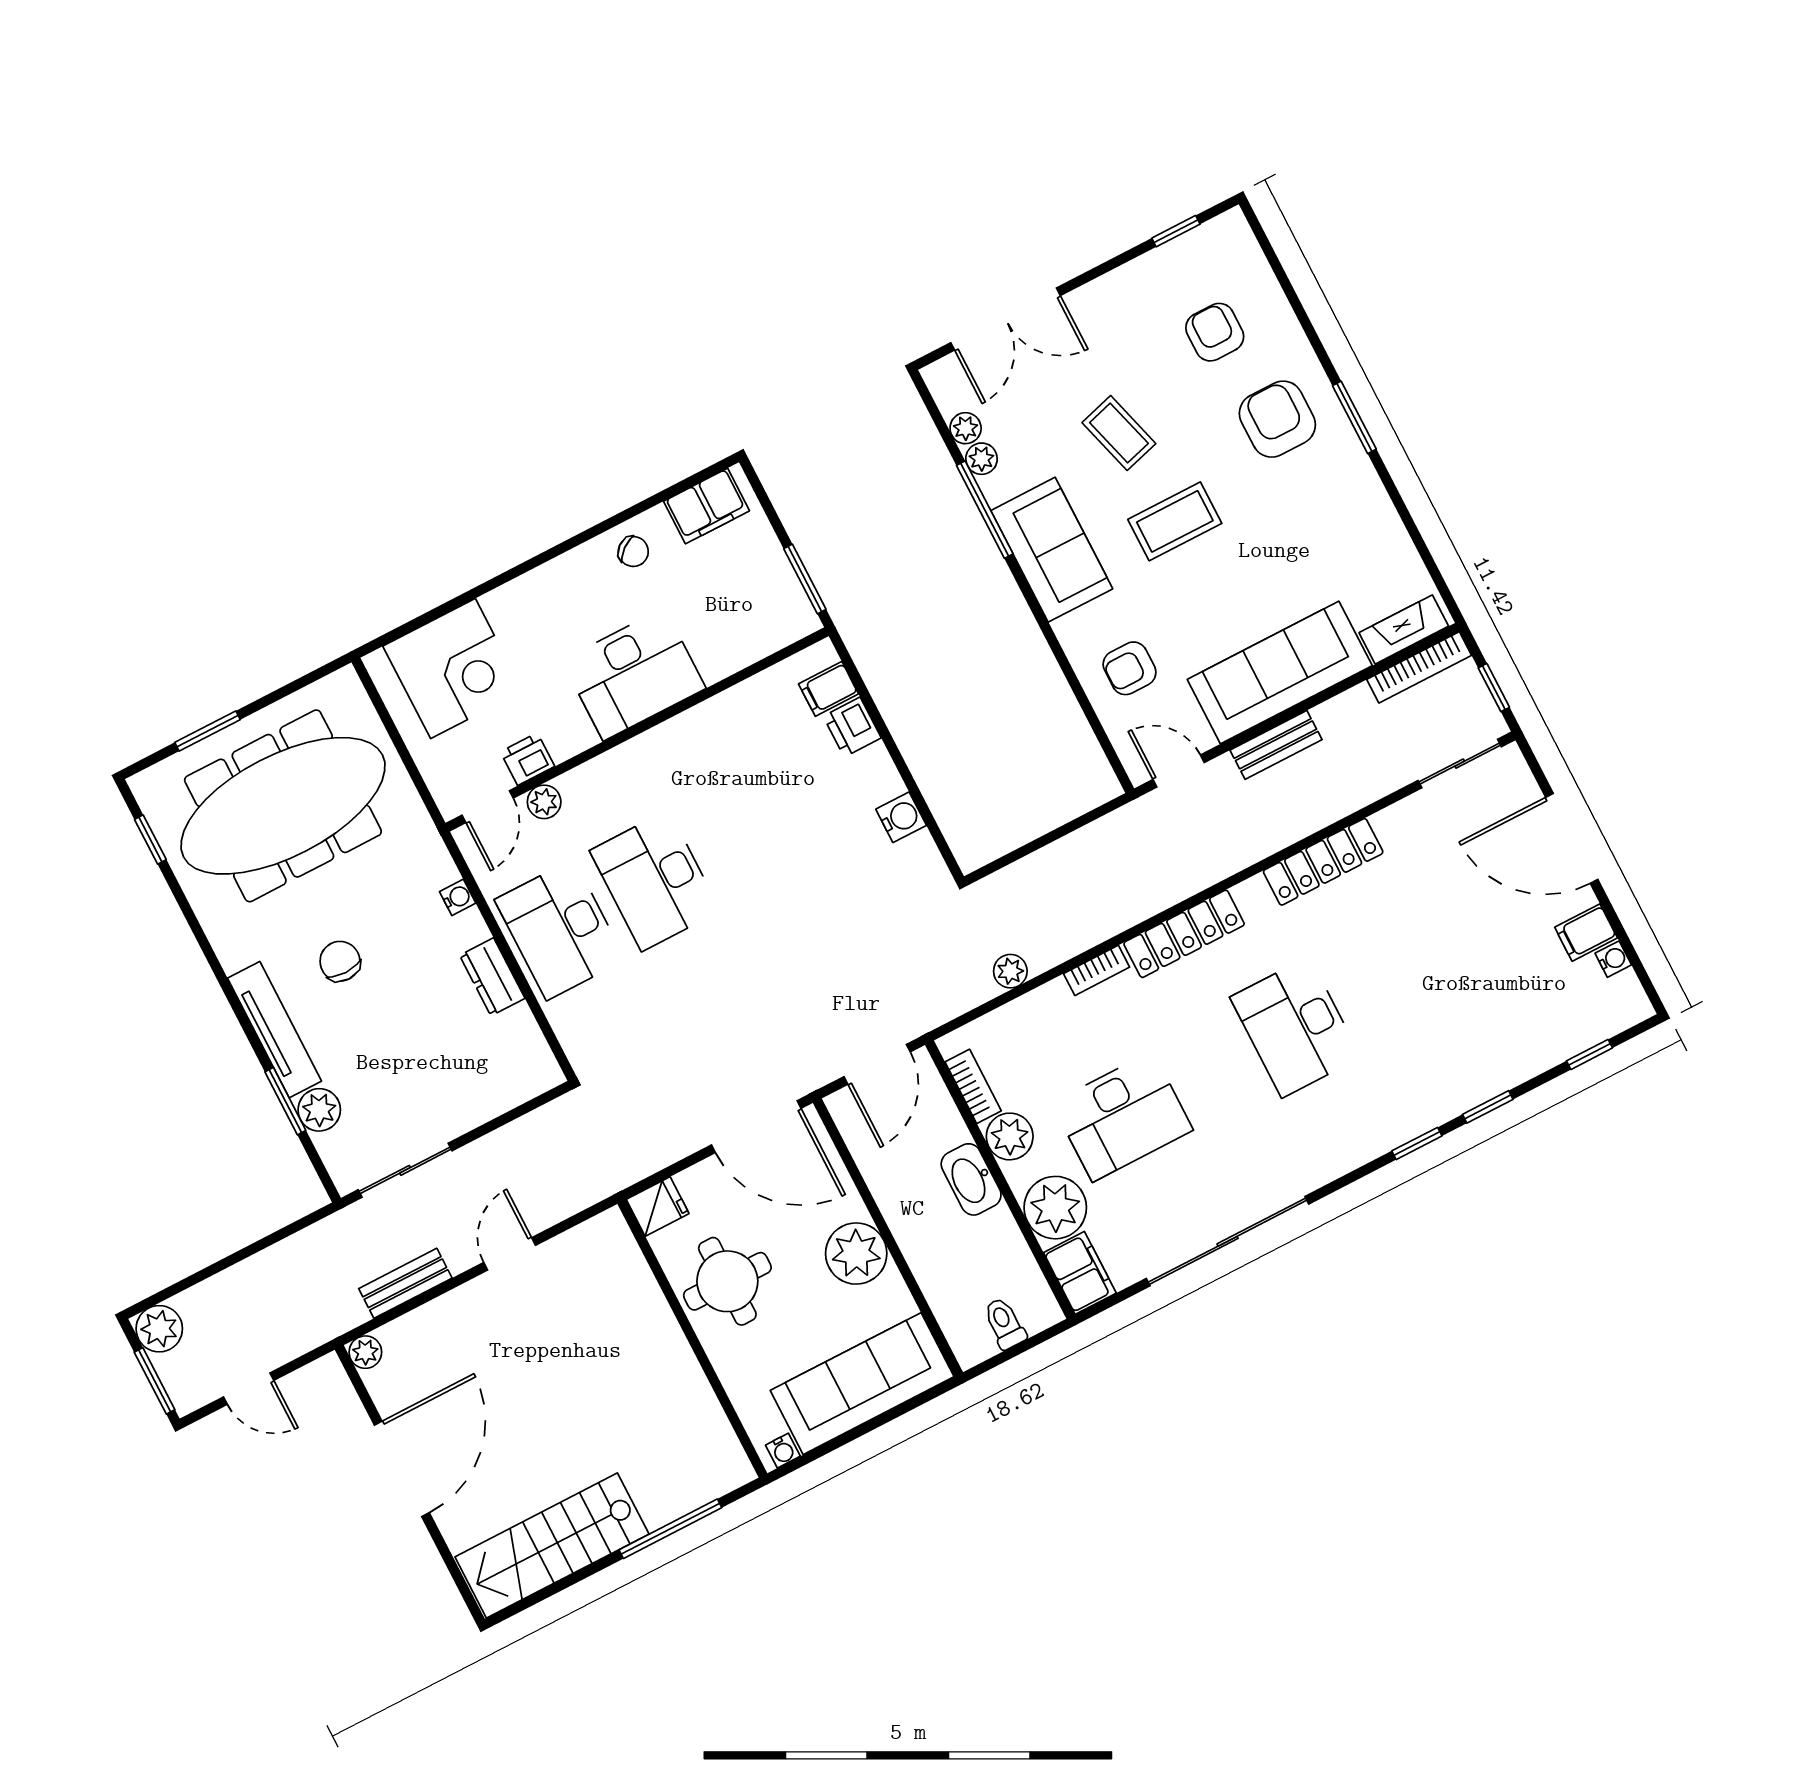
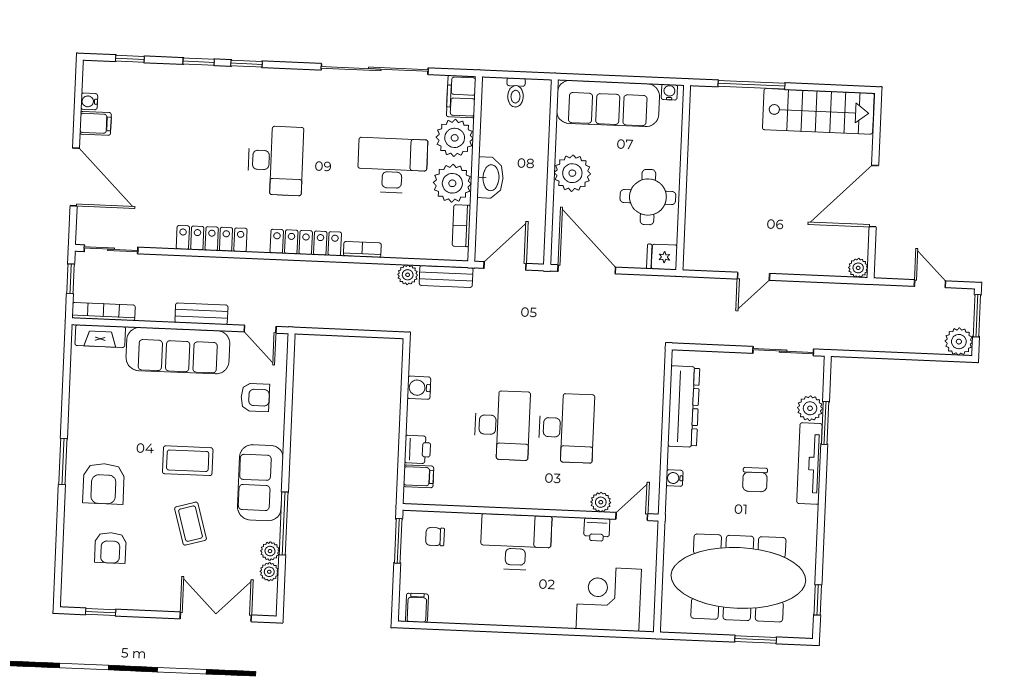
filing cabinet: (707, 506) -> (417, 608), width x0.50
chair: (633, 552) -> (435, 537), moved, turned -51
desk: (560, 930) -> (502, 425), moved
dresser: (492, 977) -> (684, 407), width x1.96, depth x1.24
plant: (1010, 1136) -> (452, 183), width x1.36, depth x1.36
bench: (405, 1283) -> (446, 276), moved

